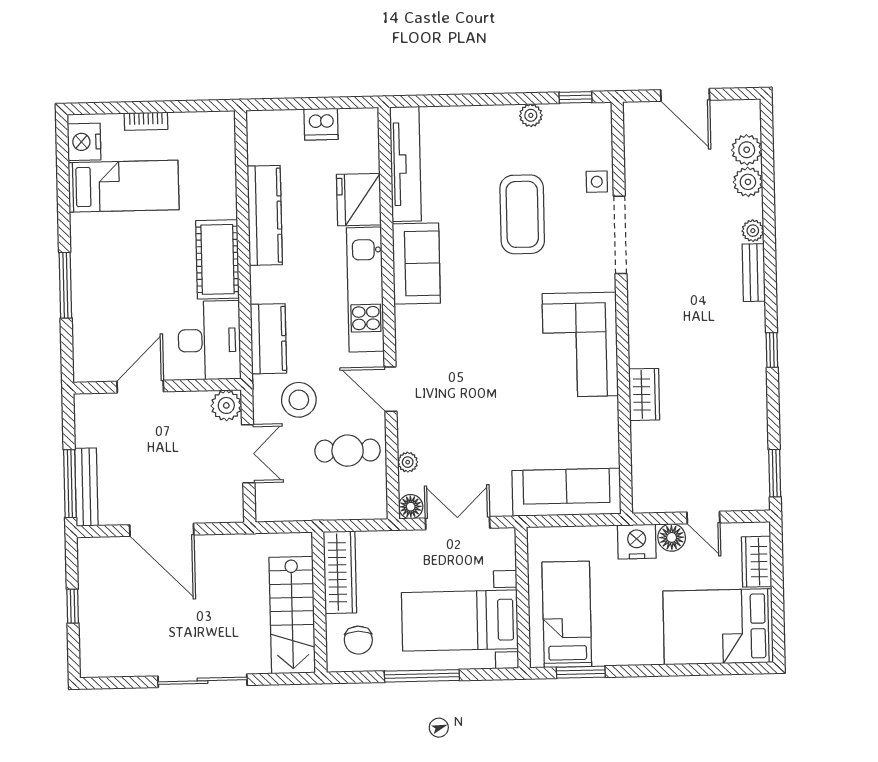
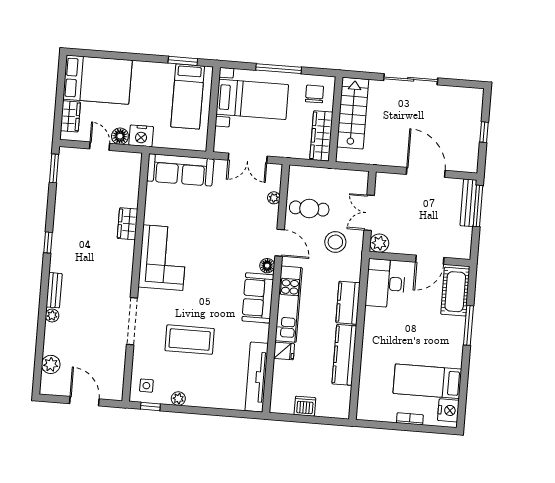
side table: (597, 182) -> (146, 386), moved
plant: (748, 182) -> (52, 345), removed
fridge: (359, 200) -> (284, 351), width x0.53, depth x0.75
coffee table: (522, 214) -> (190, 340), turned 90
cot: (217, 259) -> (455, 292), moved
sofa: (416, 263) -> (258, 298), moved
kitchen counter: (268, 339) -> (348, 303), moved
floor lamp: (411, 507) -> (267, 266), moved

